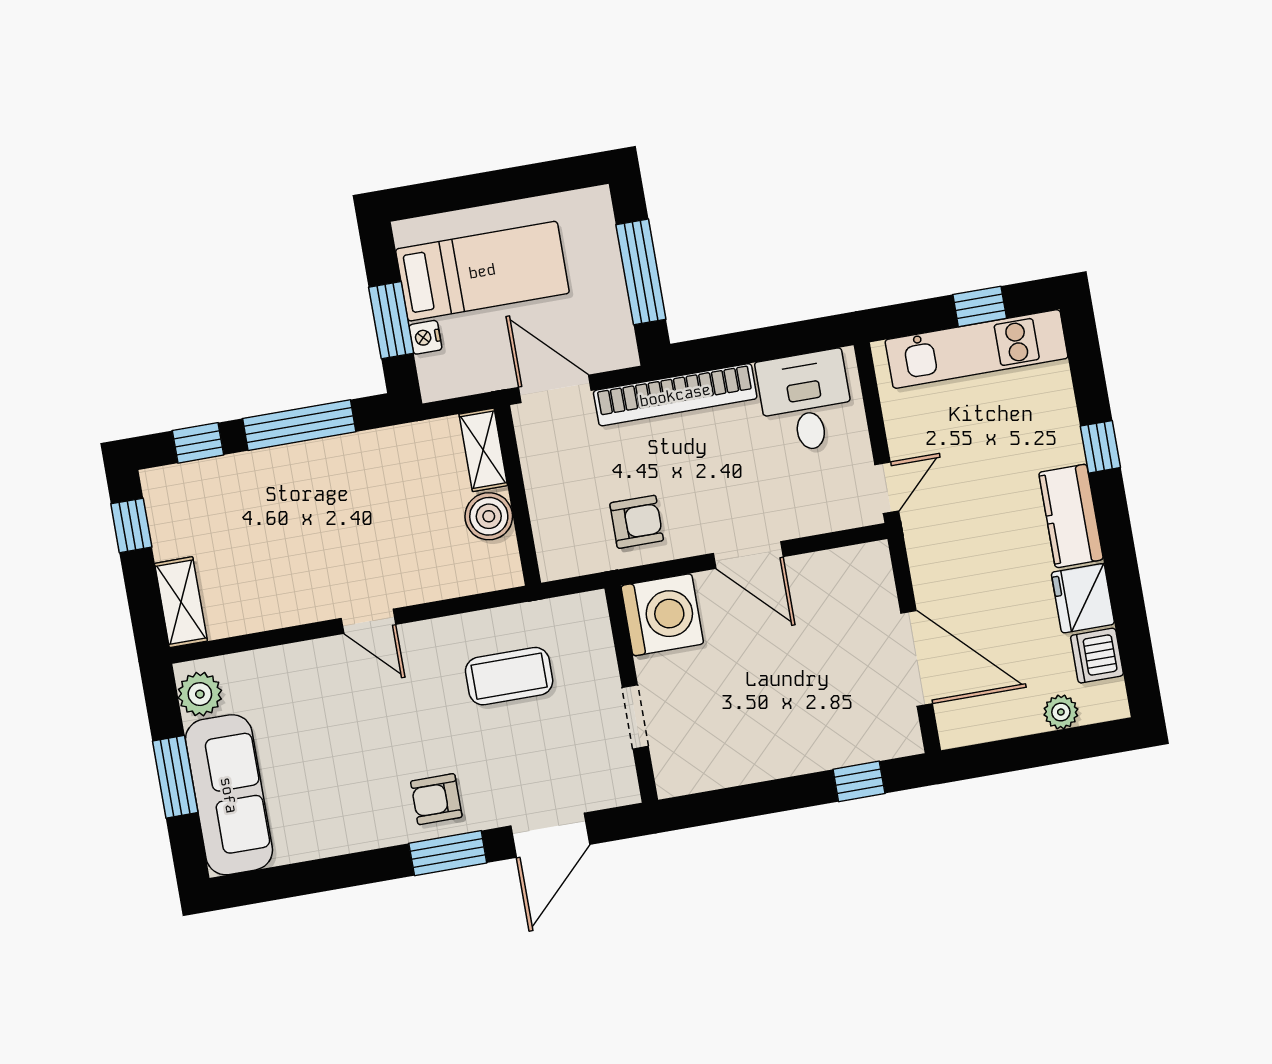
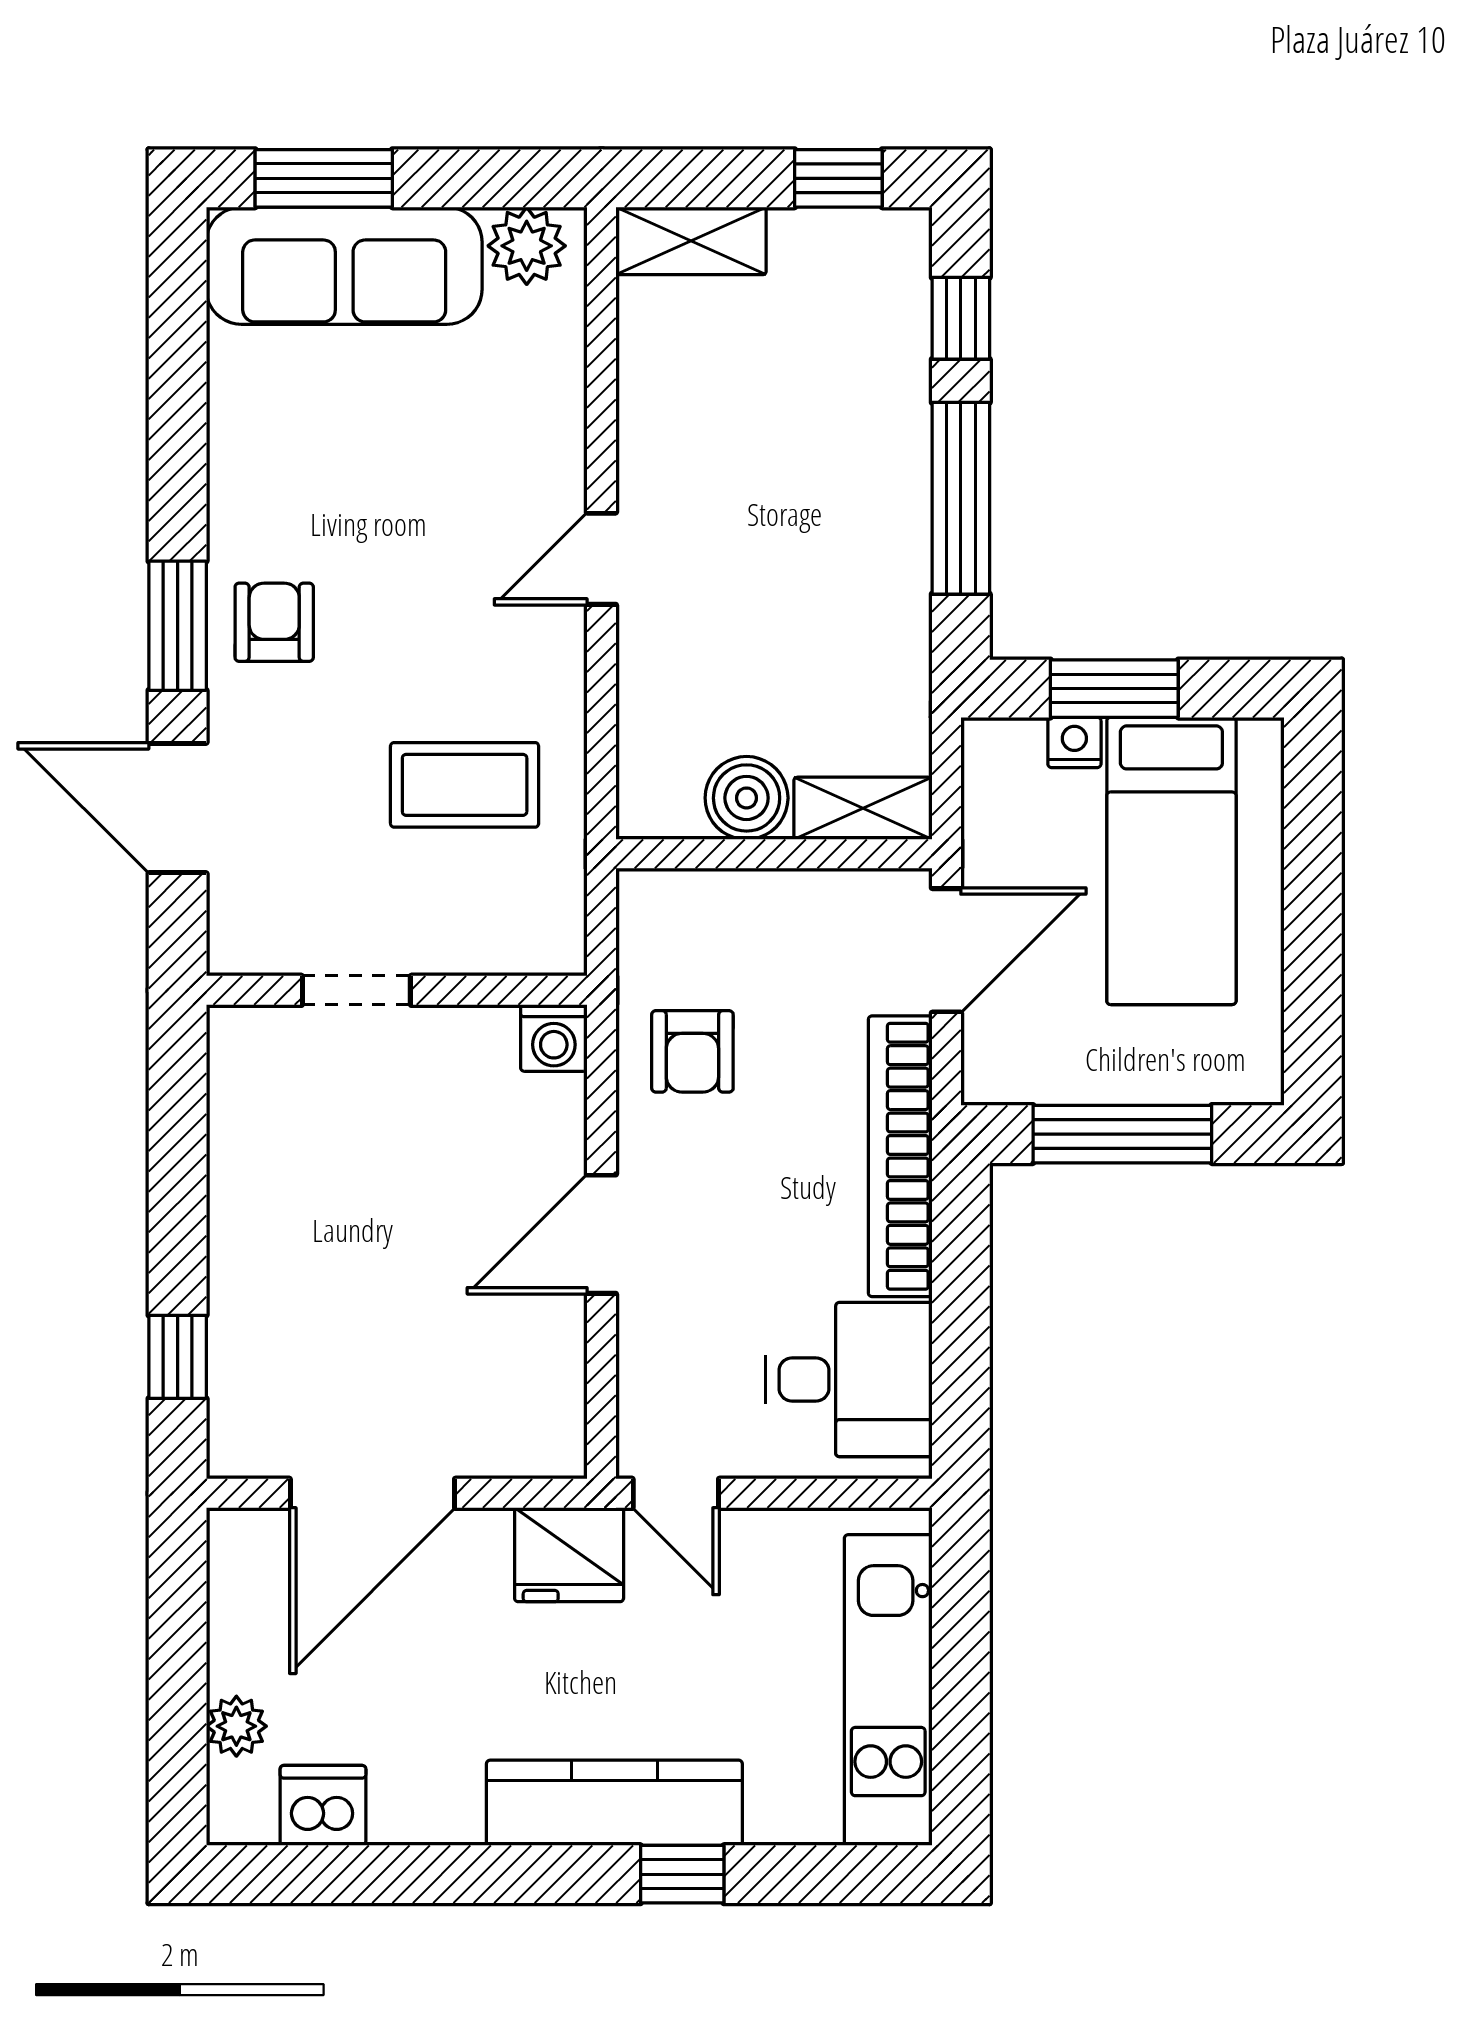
window: (980, 306) -> (961, 1708), removed
kitchen counter: (1071, 516) -> (614, 1803), width x1.50
fridge: (1083, 598) -> (569, 1555), moved, turned 180
washing machine: (662, 615) -> (554, 1038), width x0.53, depth x0.53
coffee table: (509, 676) -> (465, 785), turned 90
window: (175, 777) -> (324, 178), moved

